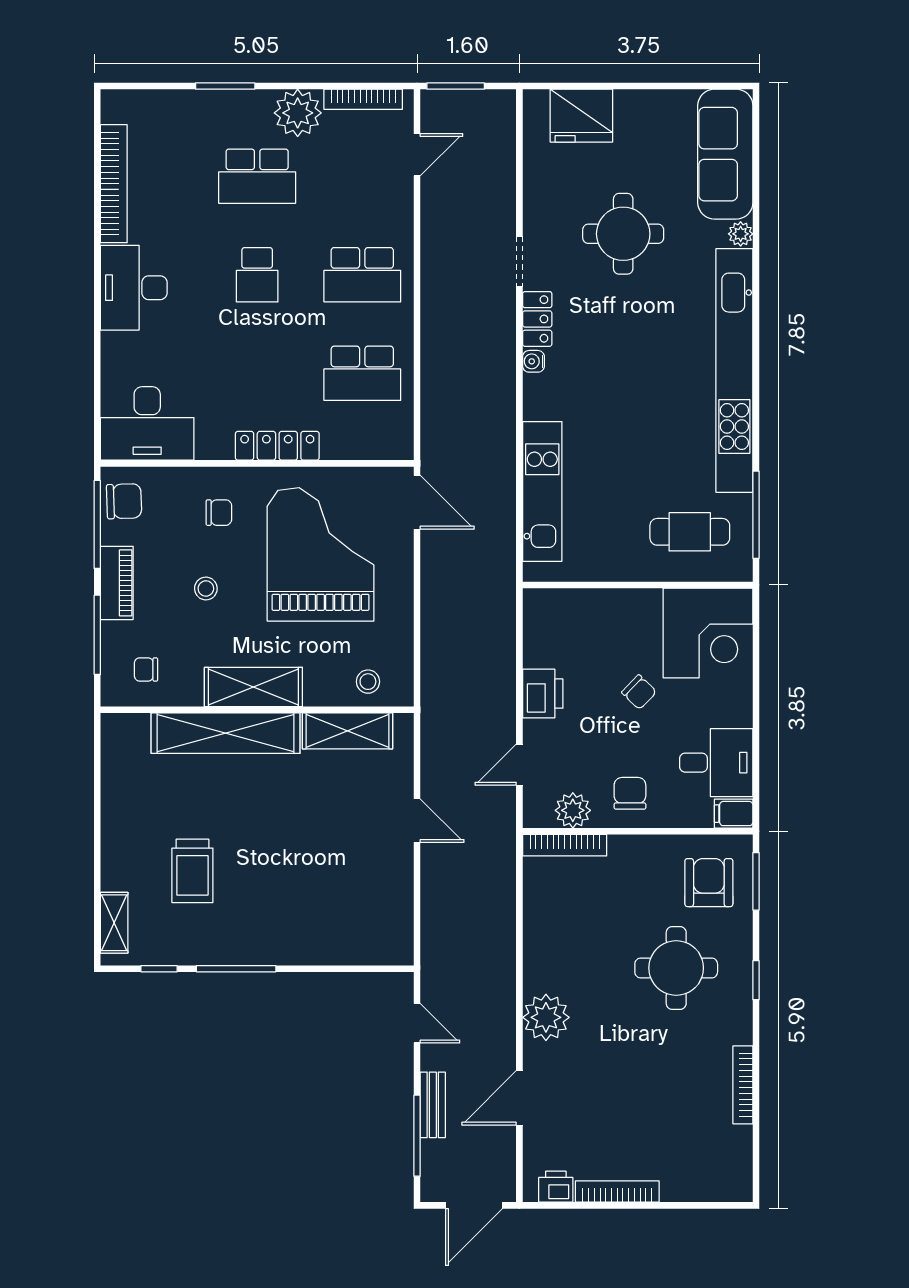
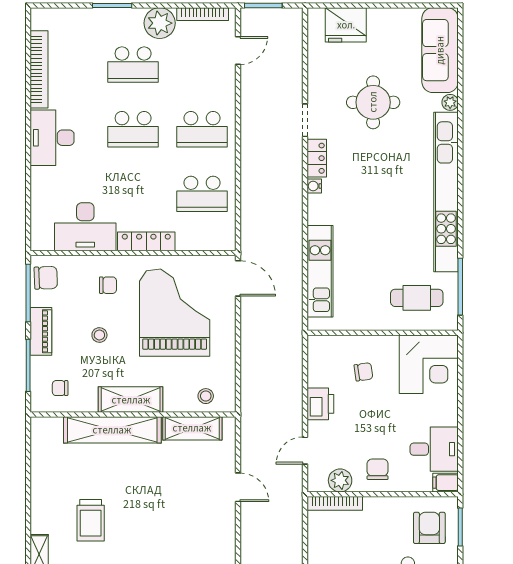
school desk: (257, 275) -> (133, 129), width x1.85
desk: (147, 423) -> (85, 227), moved
chair: (639, 692) -> (363, 372), moved, turned -52

